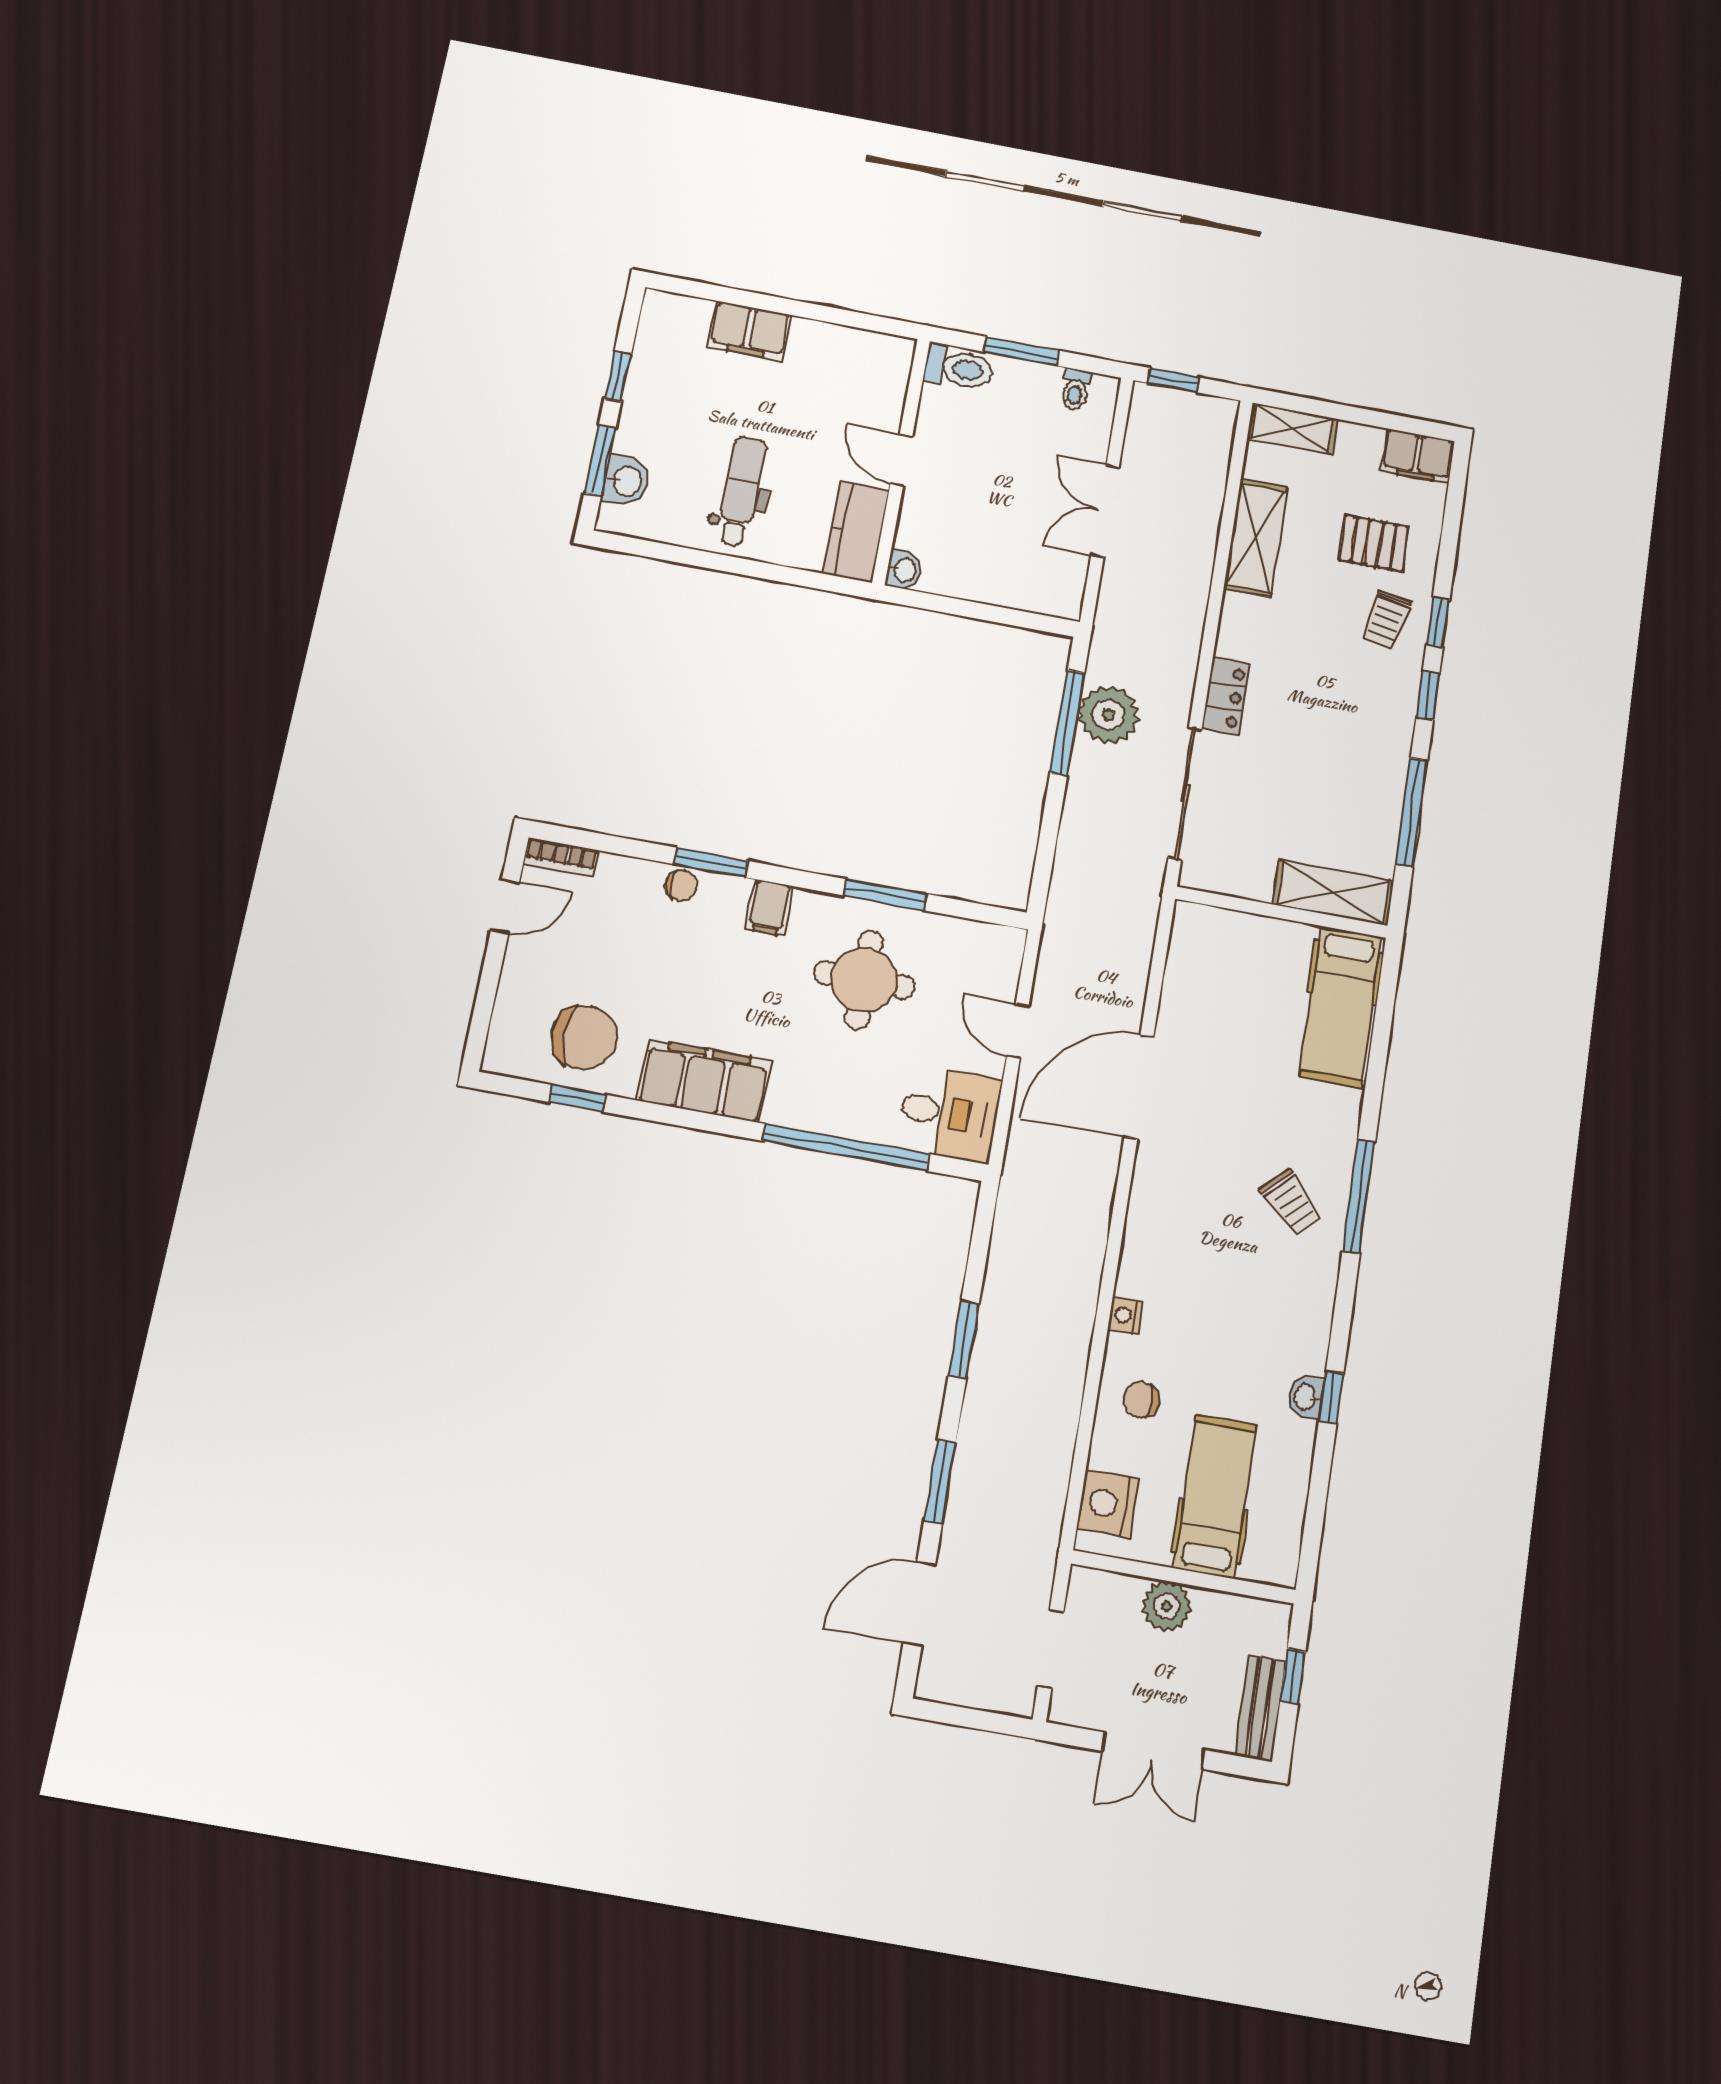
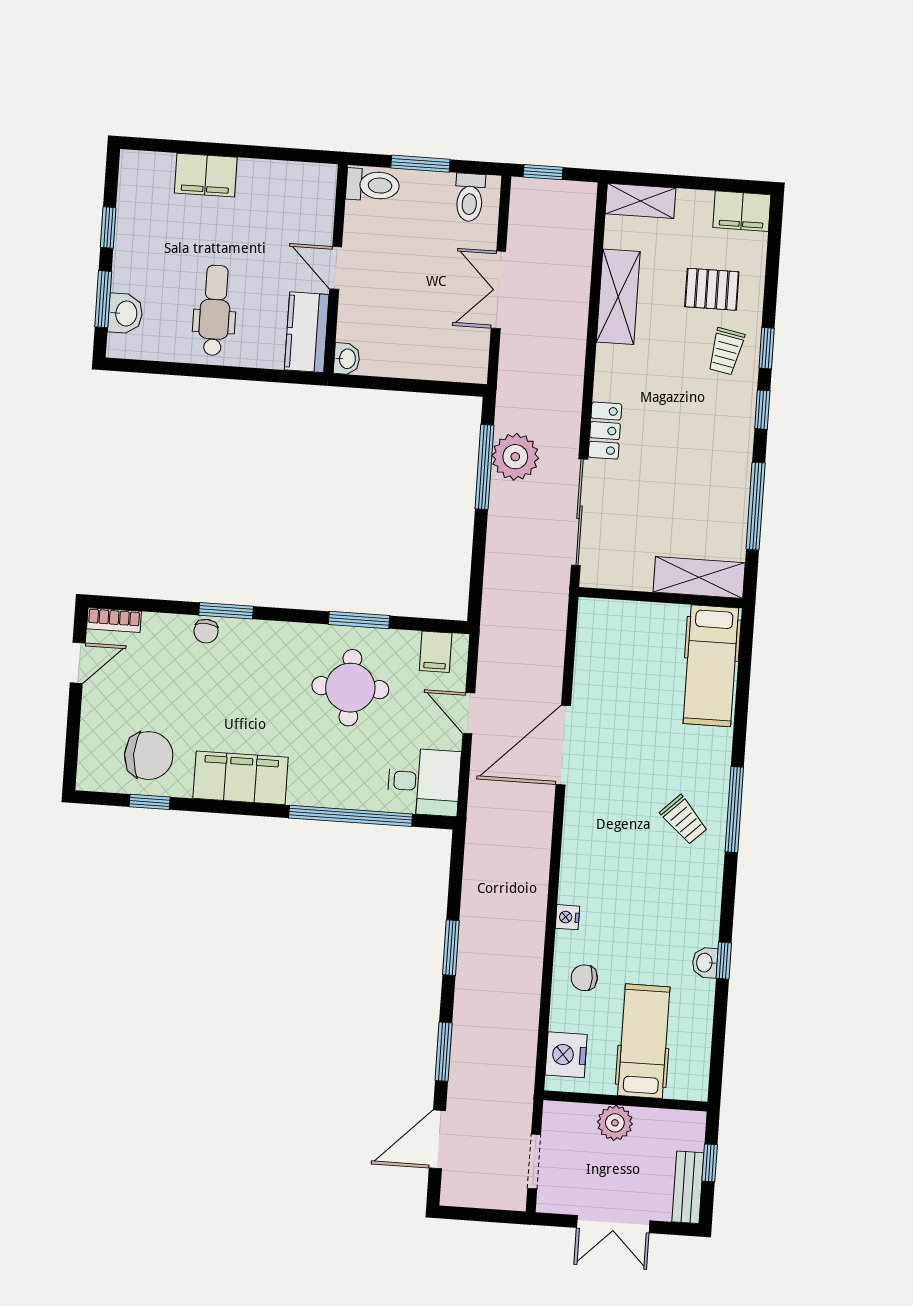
toilet: (1075, 389) -> (470, 197), width x1.37, depth x1.39
chair: (681, 885) -> (206, 631), turned 93
filing cabinet: (769, 908) -> (436, 652), moved

